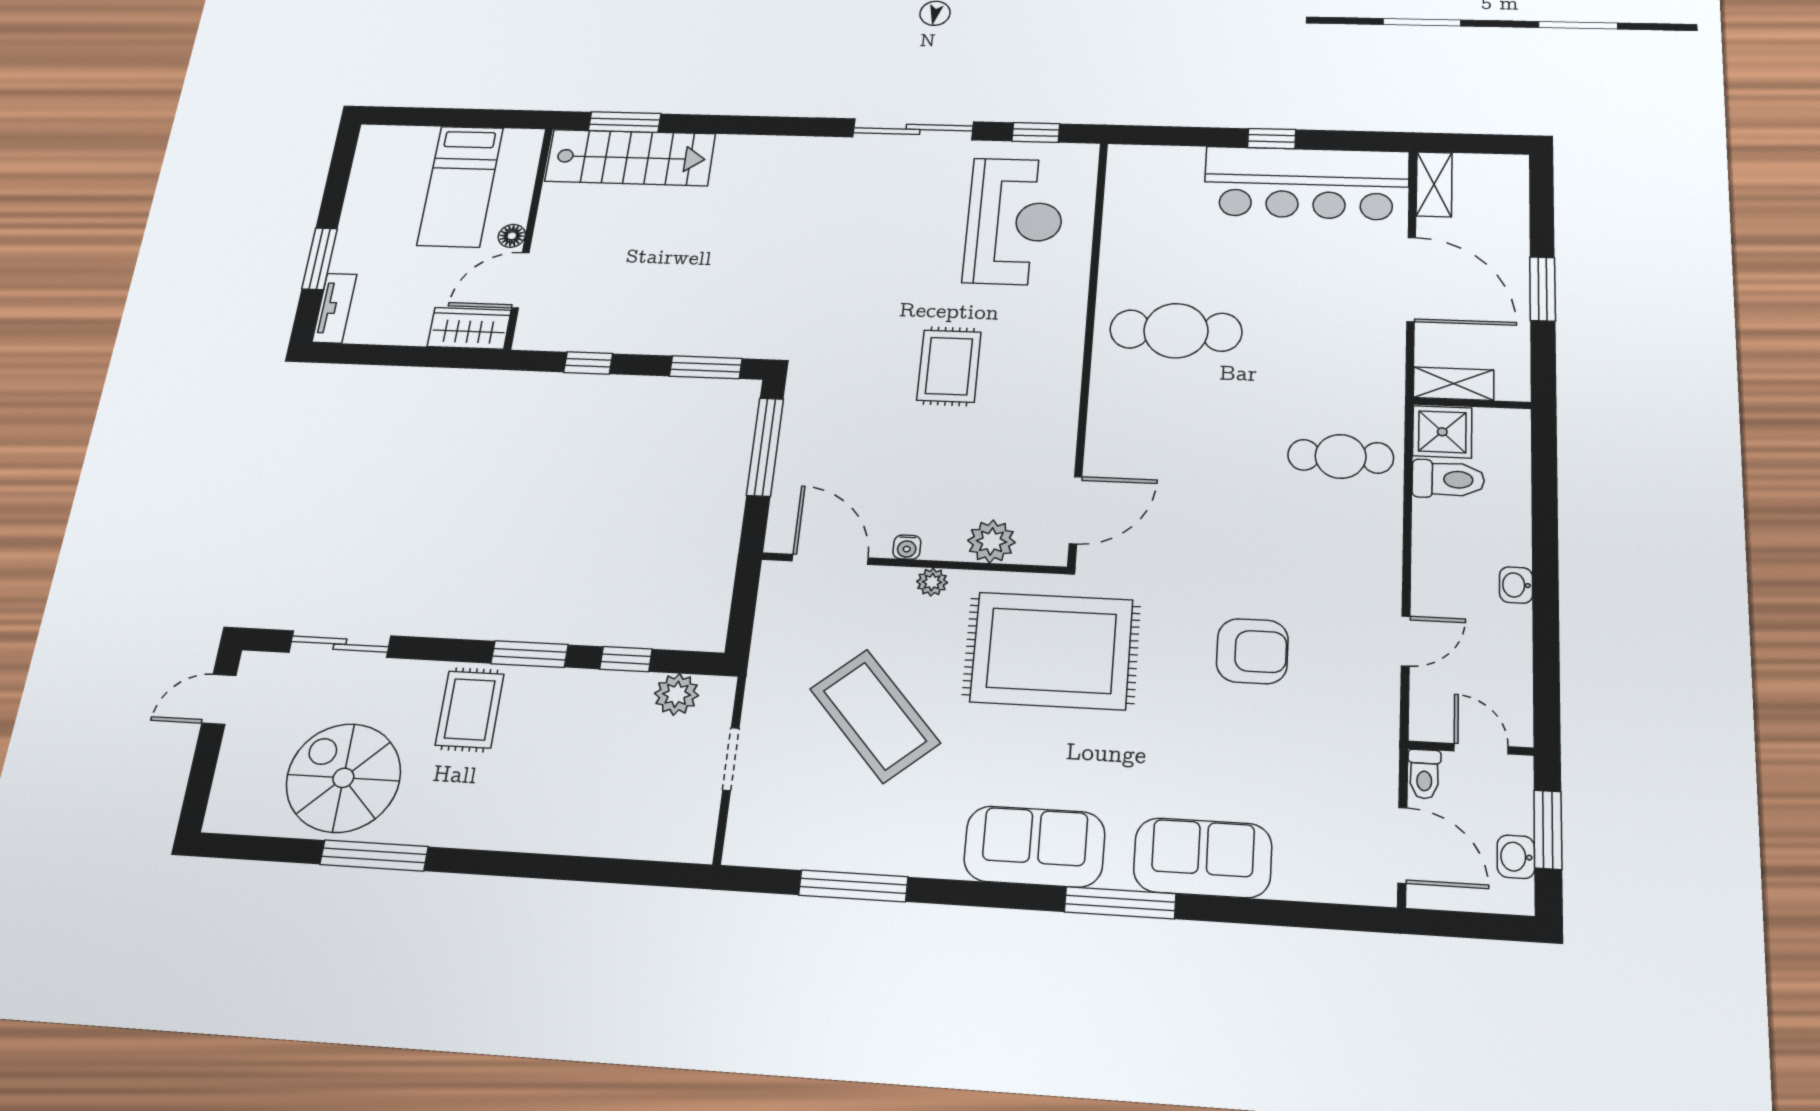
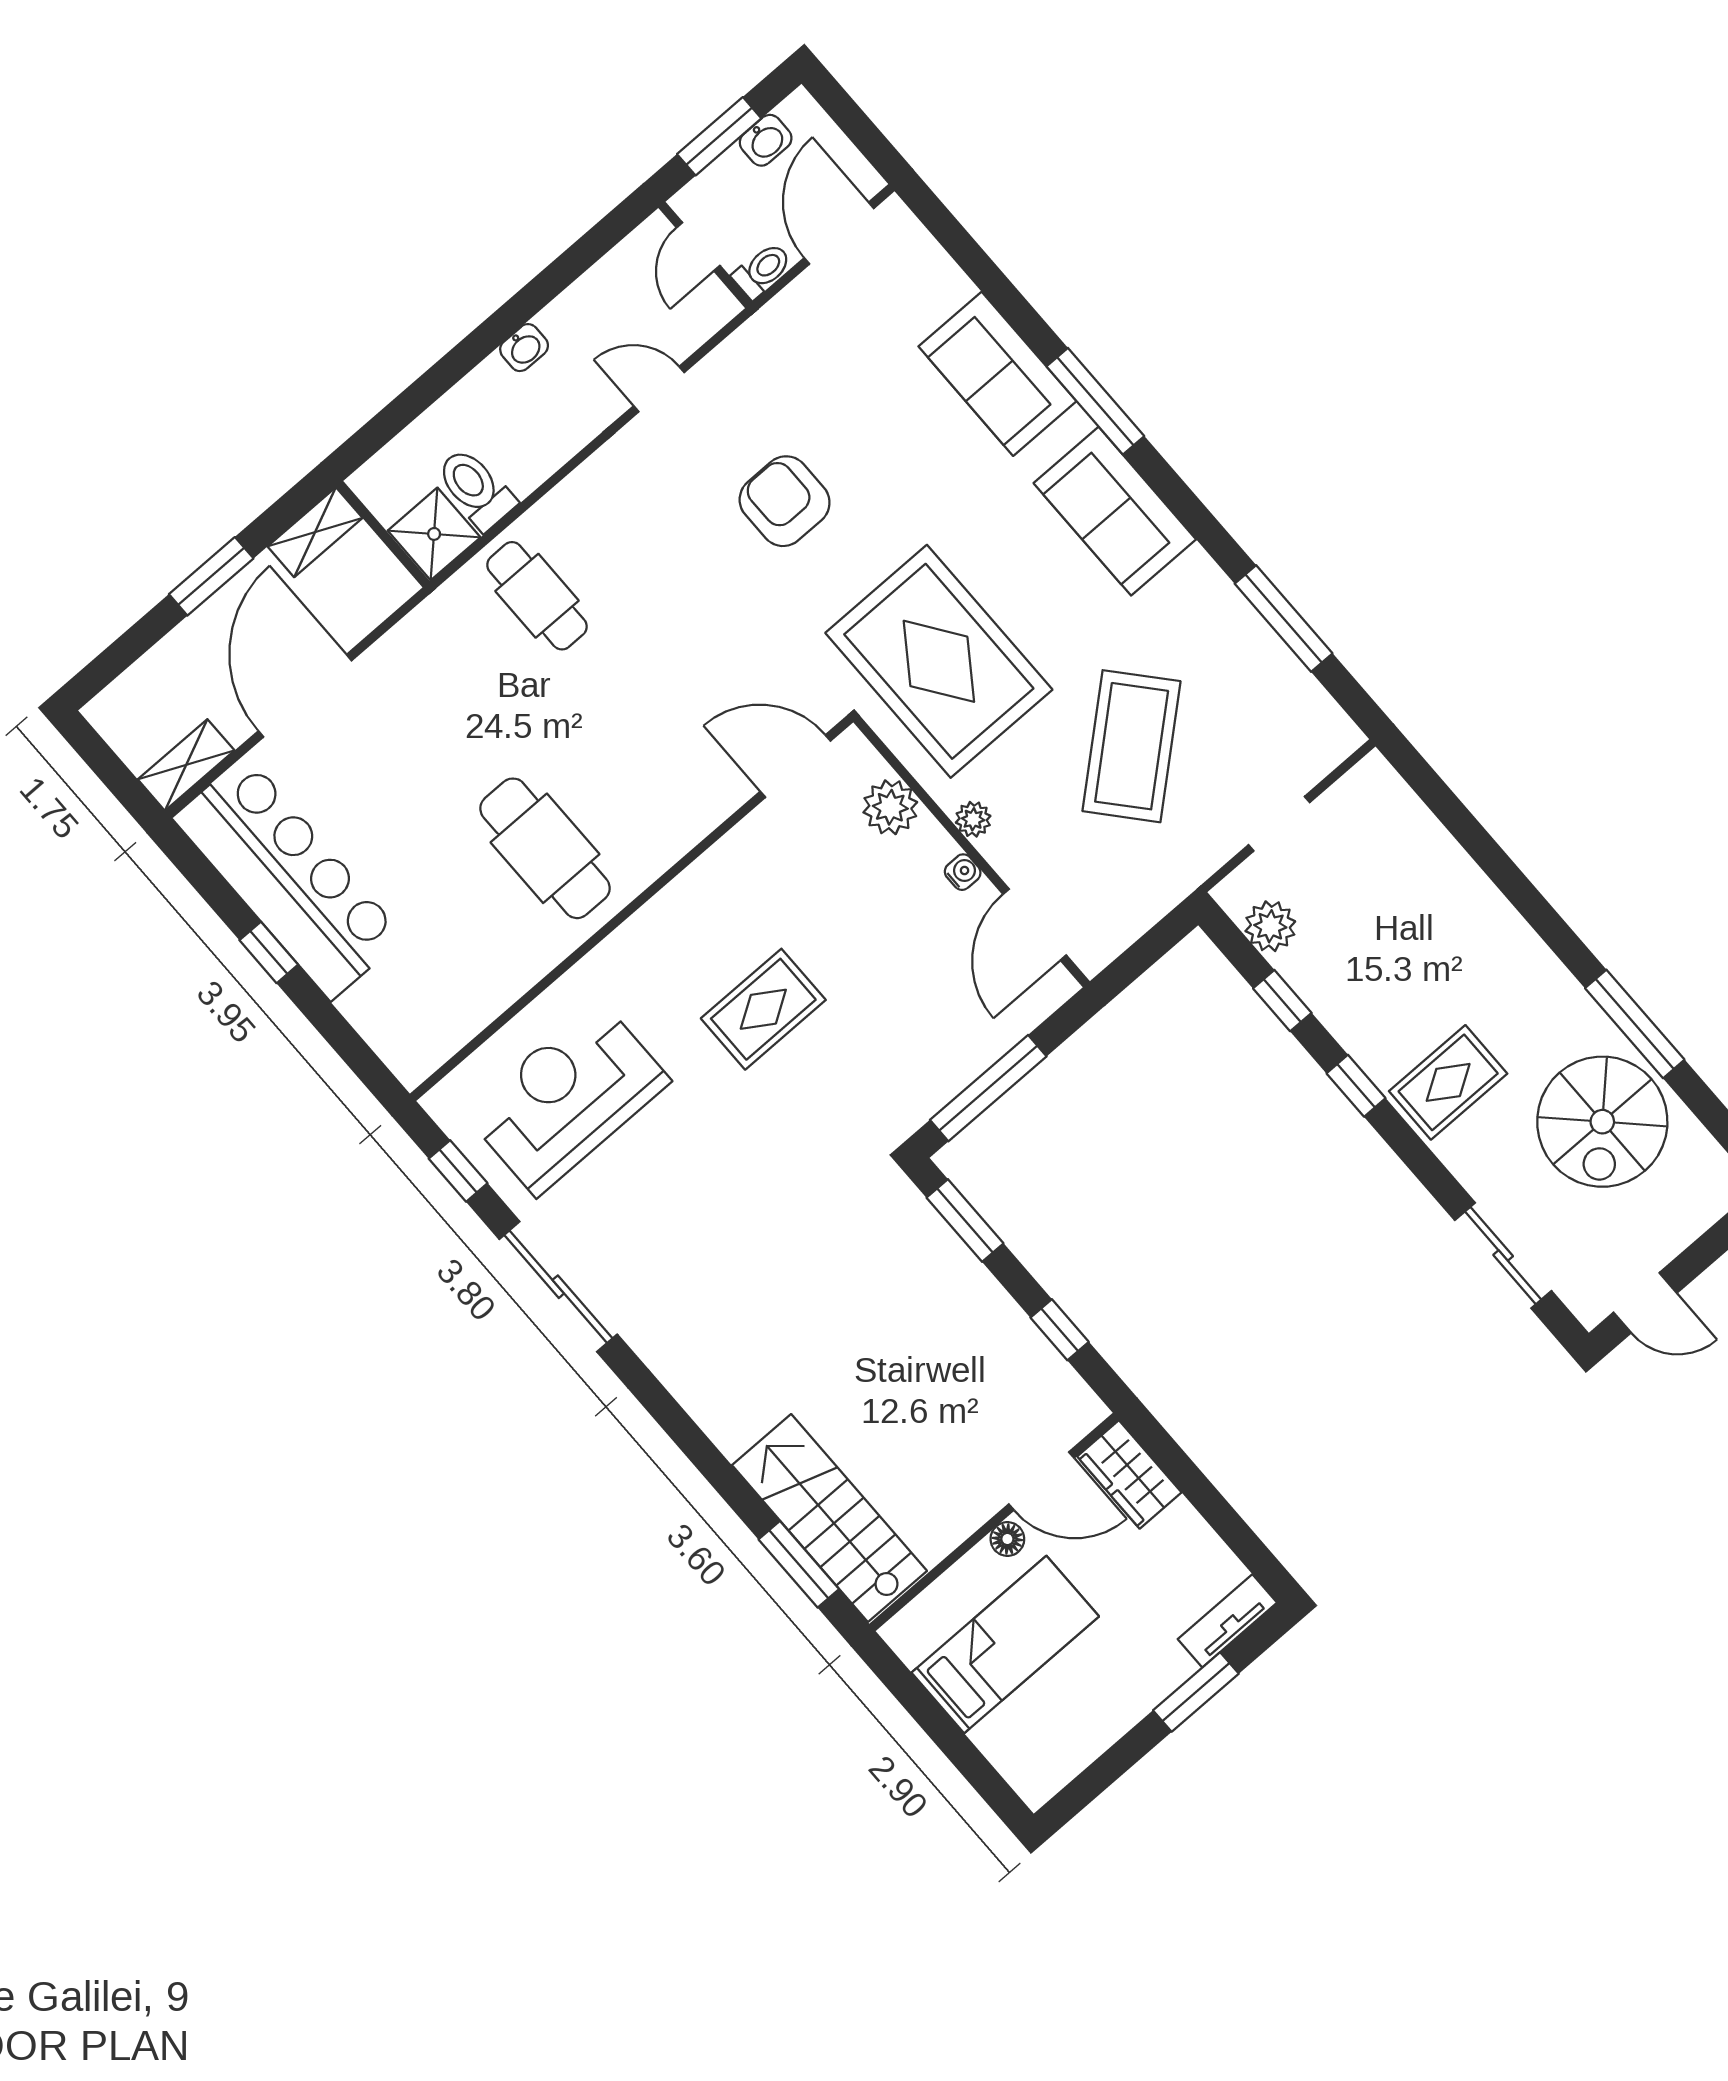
shelving: (1454, 384) -> (315, 532), moved, turned 90
window: (530, 654) -> (1356, 1086), width x0.67

